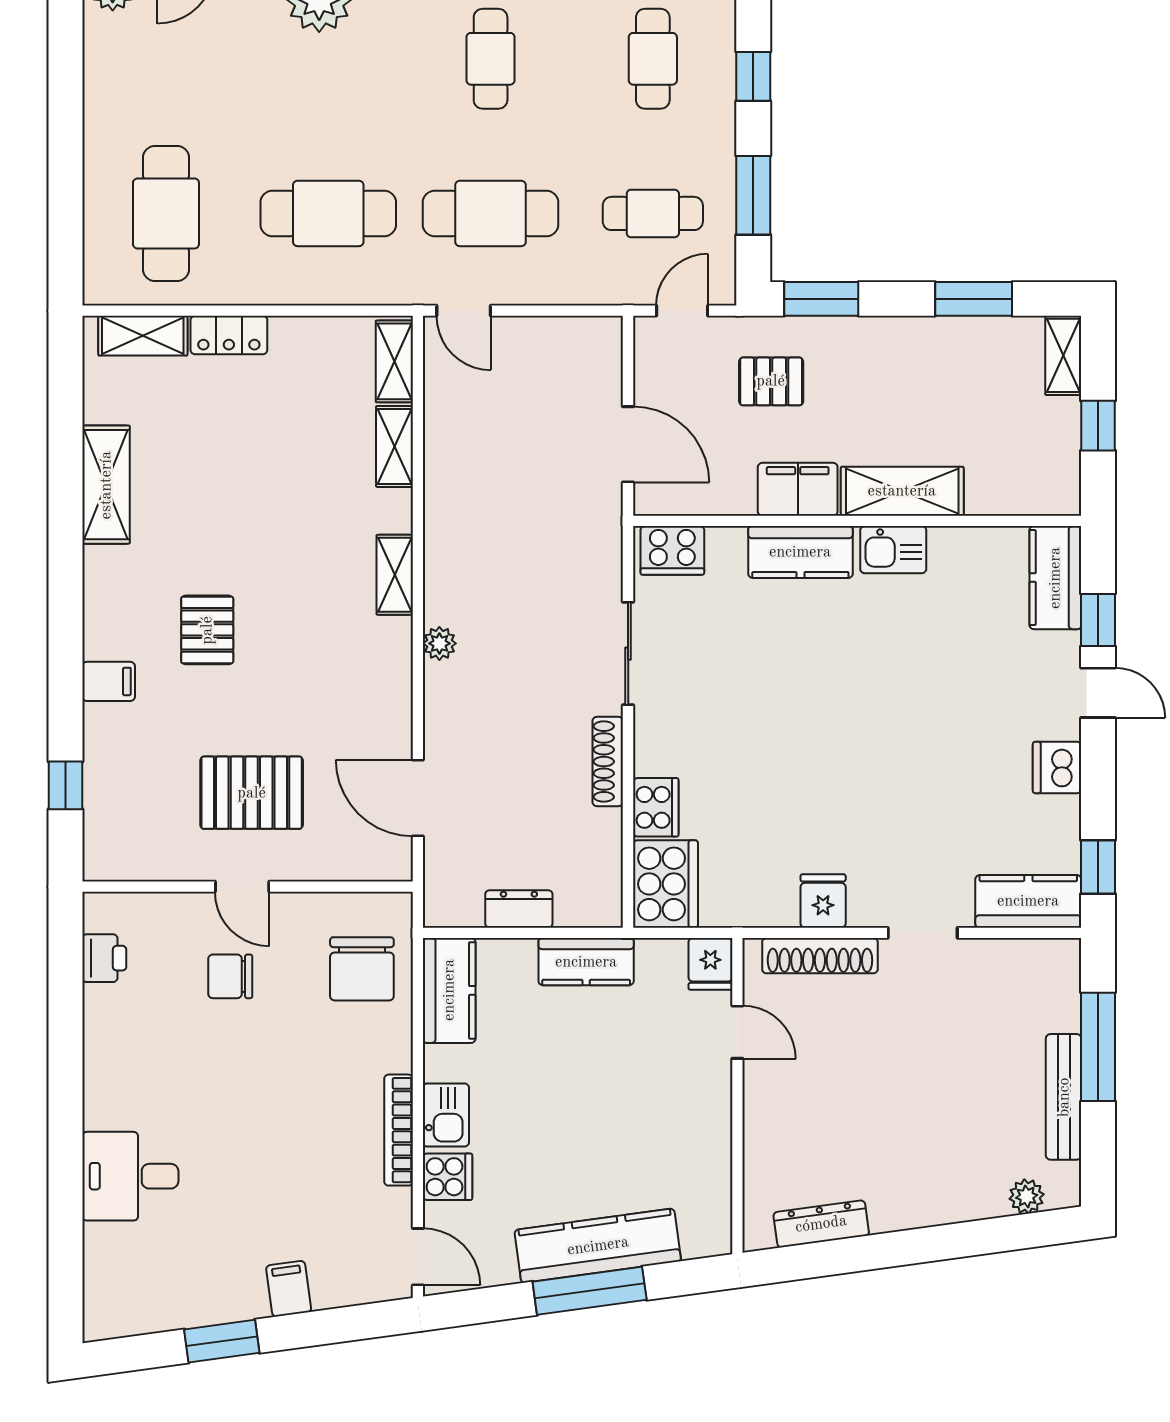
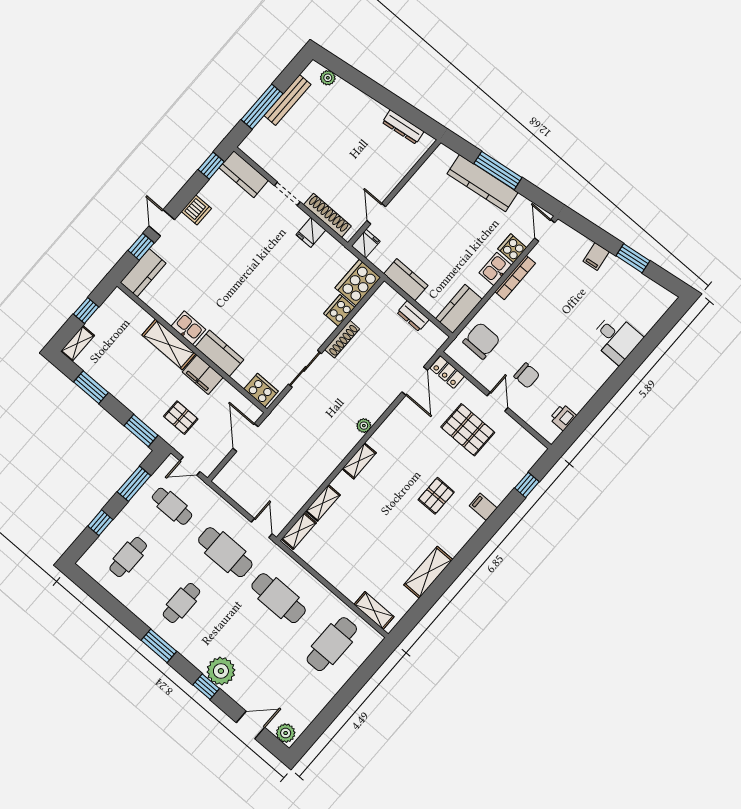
locker: (229, 335) -> (447, 372), moved, turned 180

